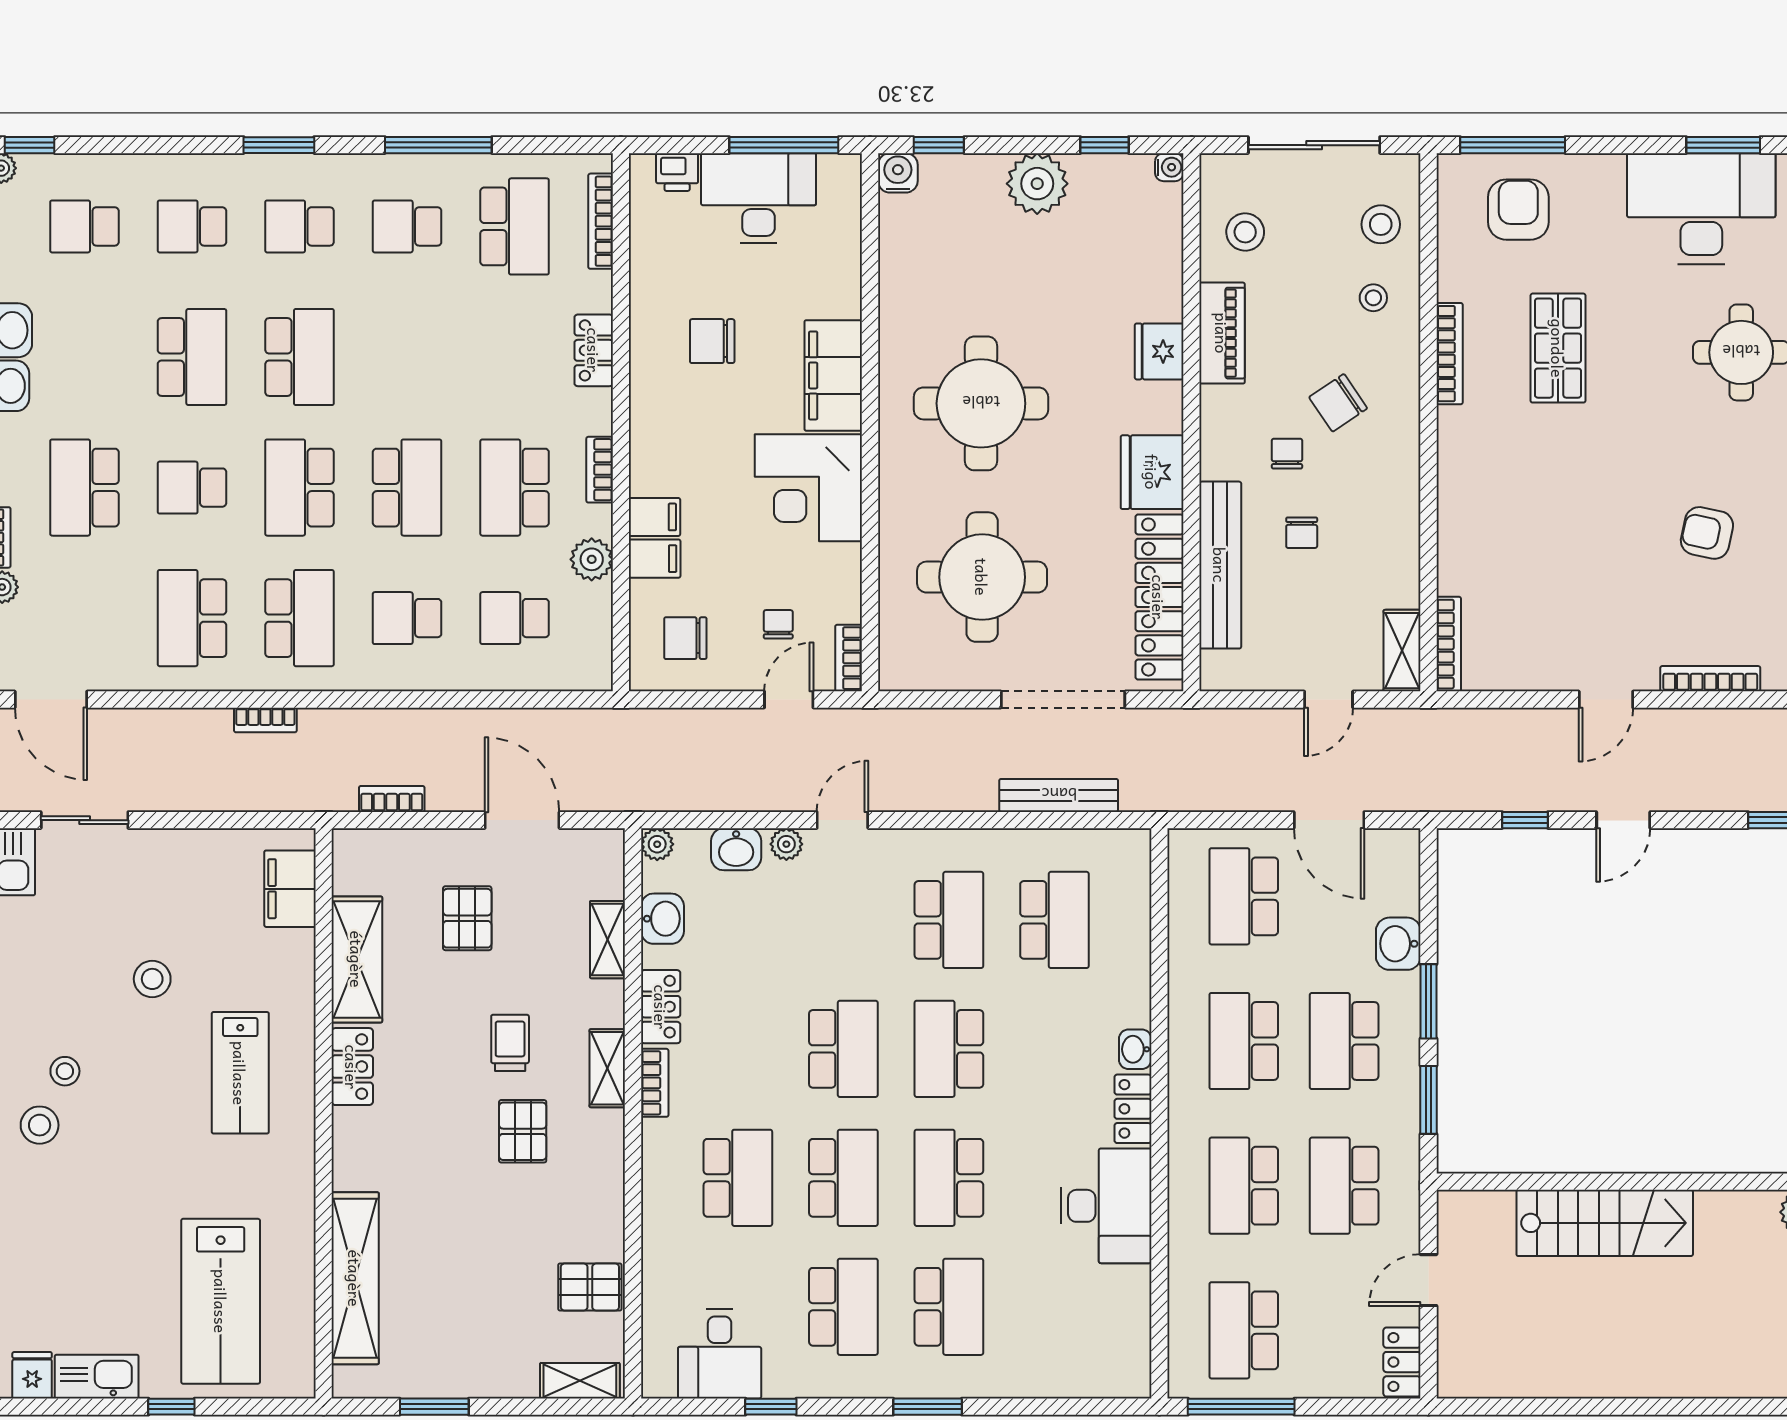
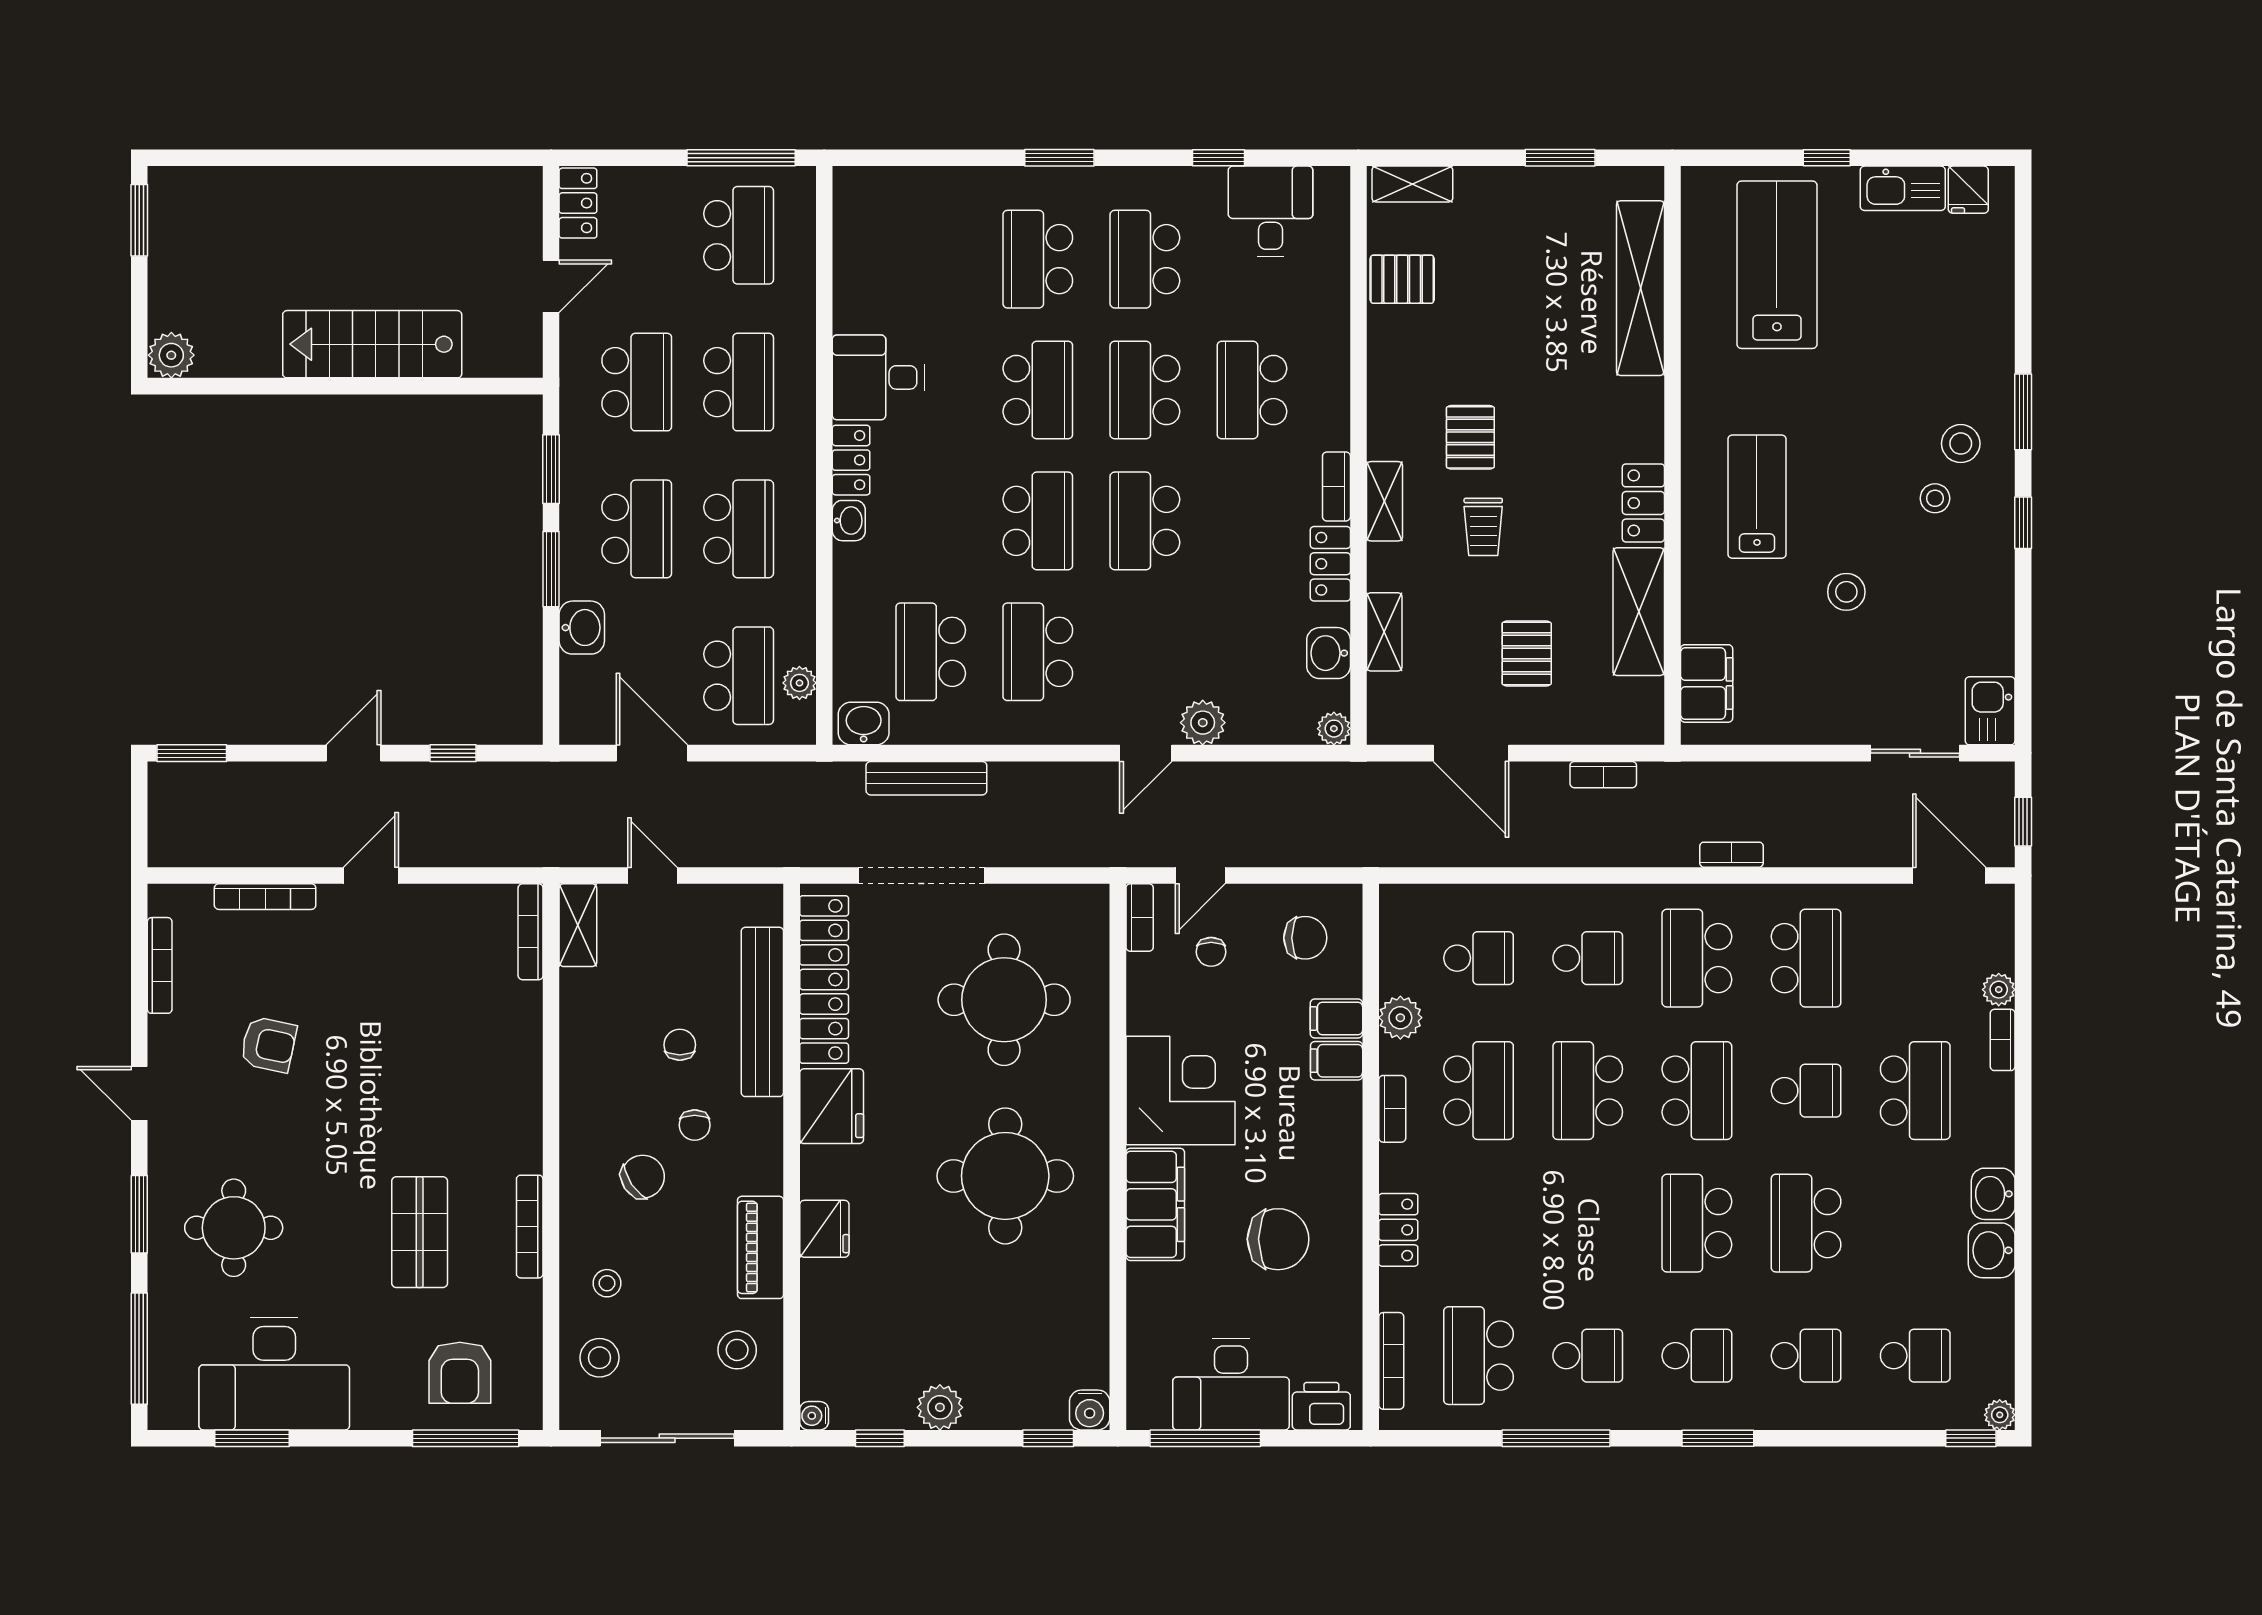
printer: (677, 172) -> (1321, 1406), width x1.36, depth x1.24
plant: (1037, 184) -> (940, 1407), width x0.73, depth x0.73
chair: (712, 341) -> (1278, 1239), width x1.37, depth x1.37
door: (1329, 700) -> (652, 875), hinge flipped
plant: (786, 844) -> (1203, 723), width x1.38, depth x1.38
washbasin: (736, 849) -> (864, 724), moved
plant: (1184, 889) -> (799, 683), added
desk: (1106, 1206) -> (878, 377), width x0.73

